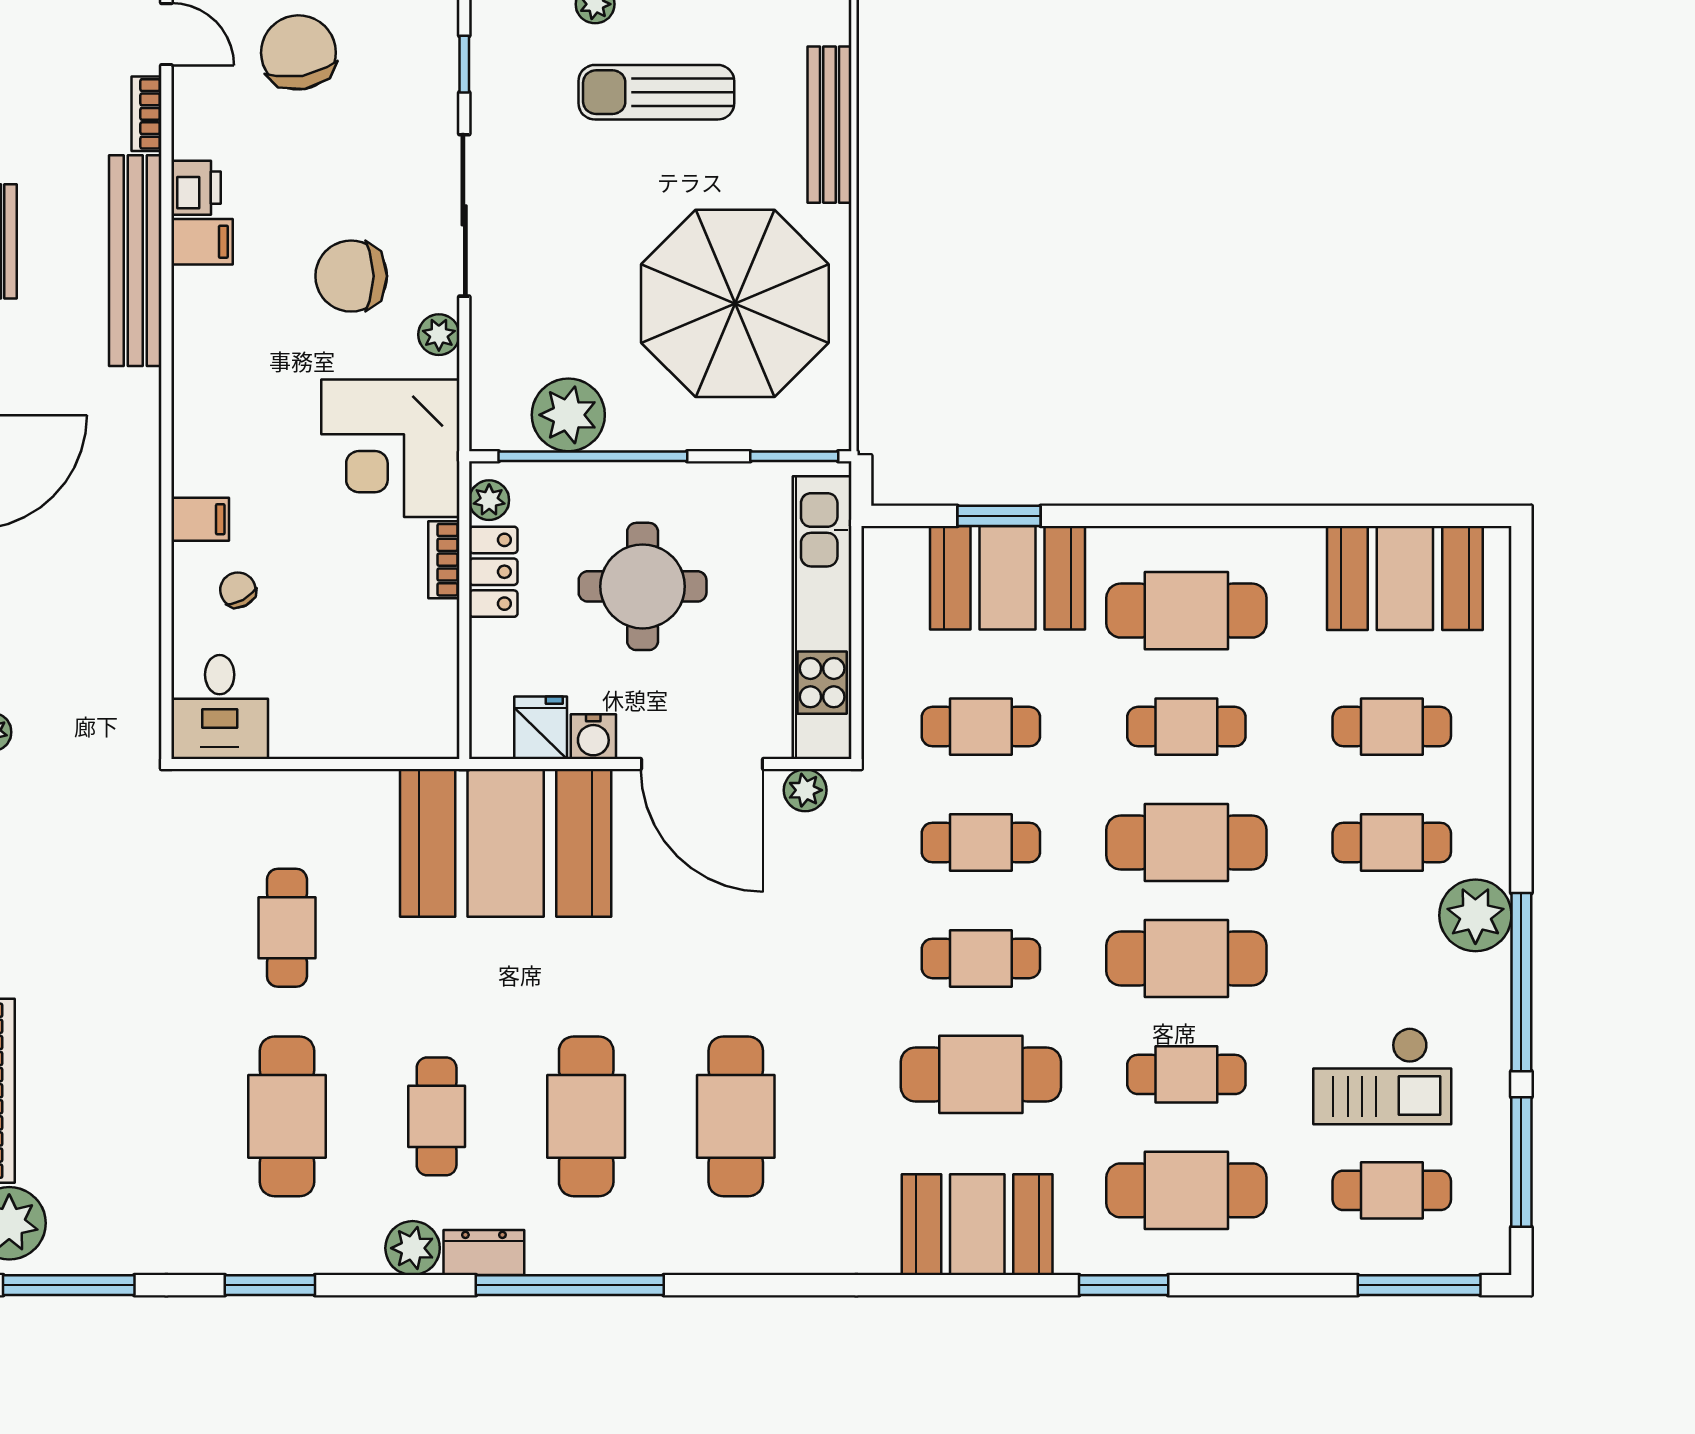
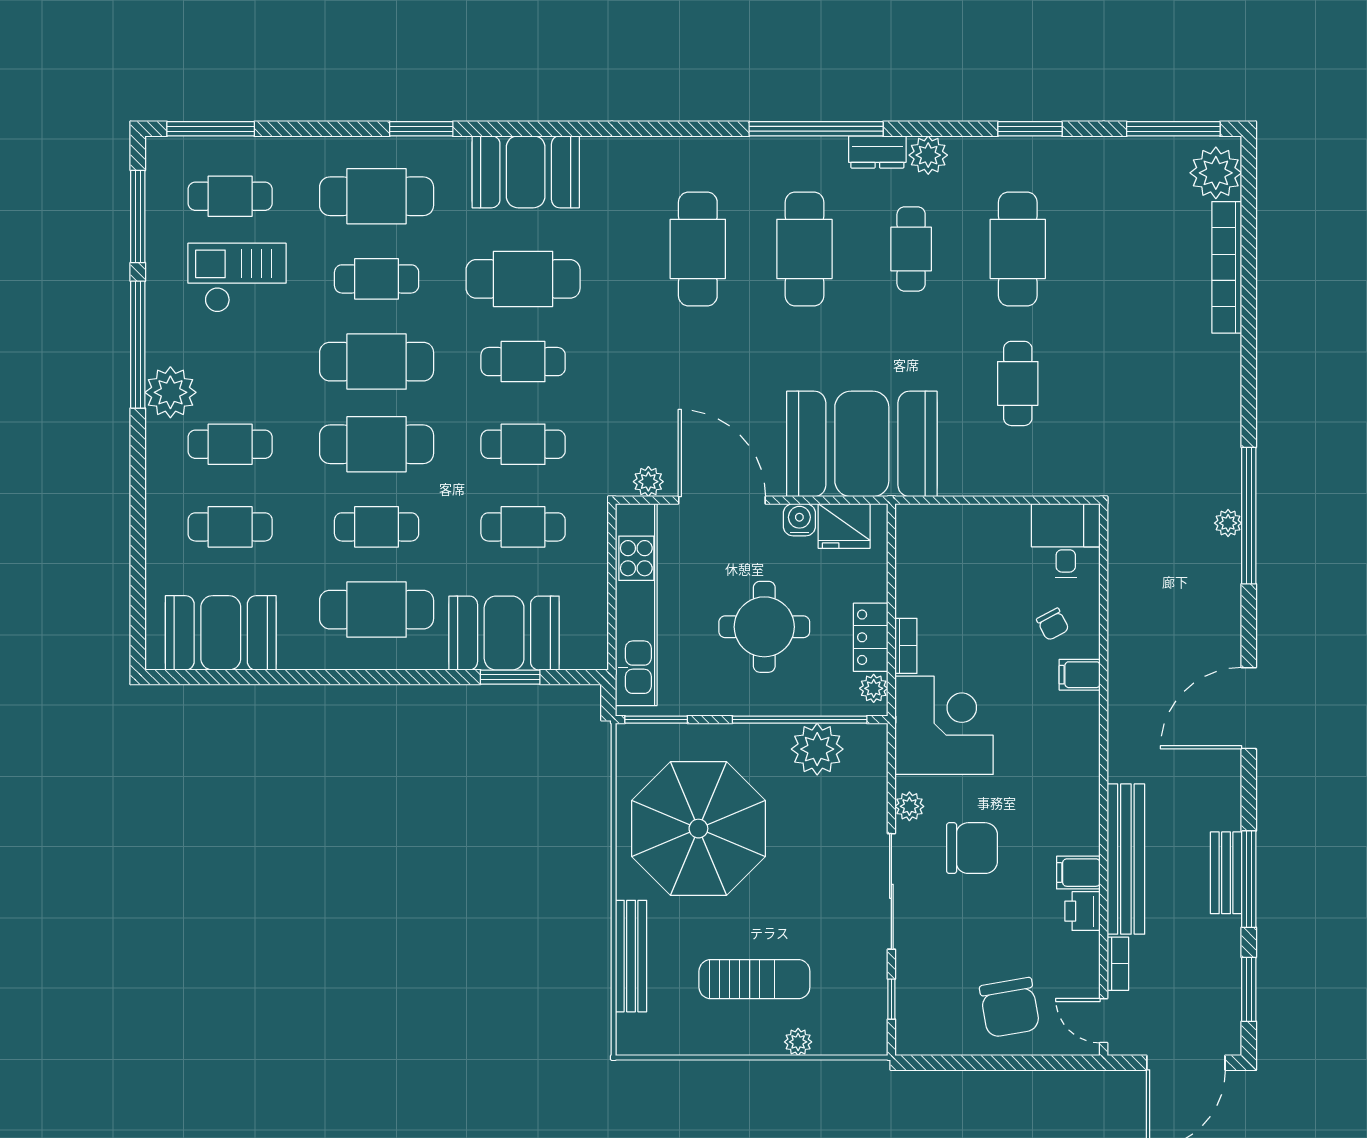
fridge: (541, 728) -> (844, 526), width x1.38

